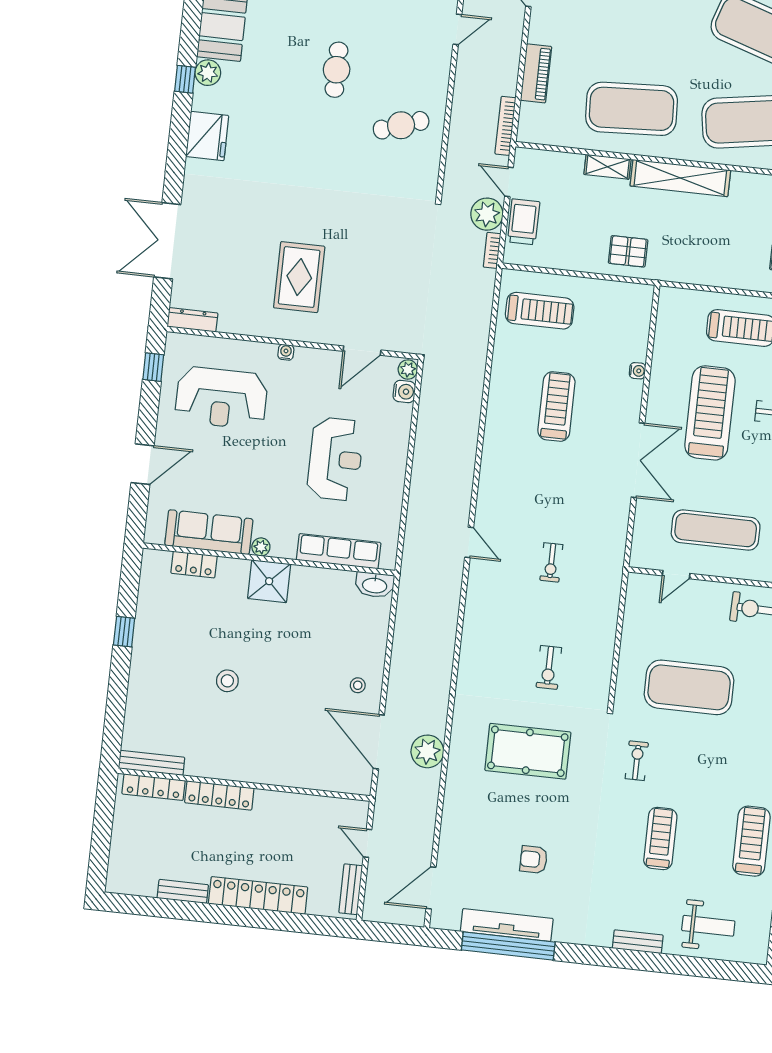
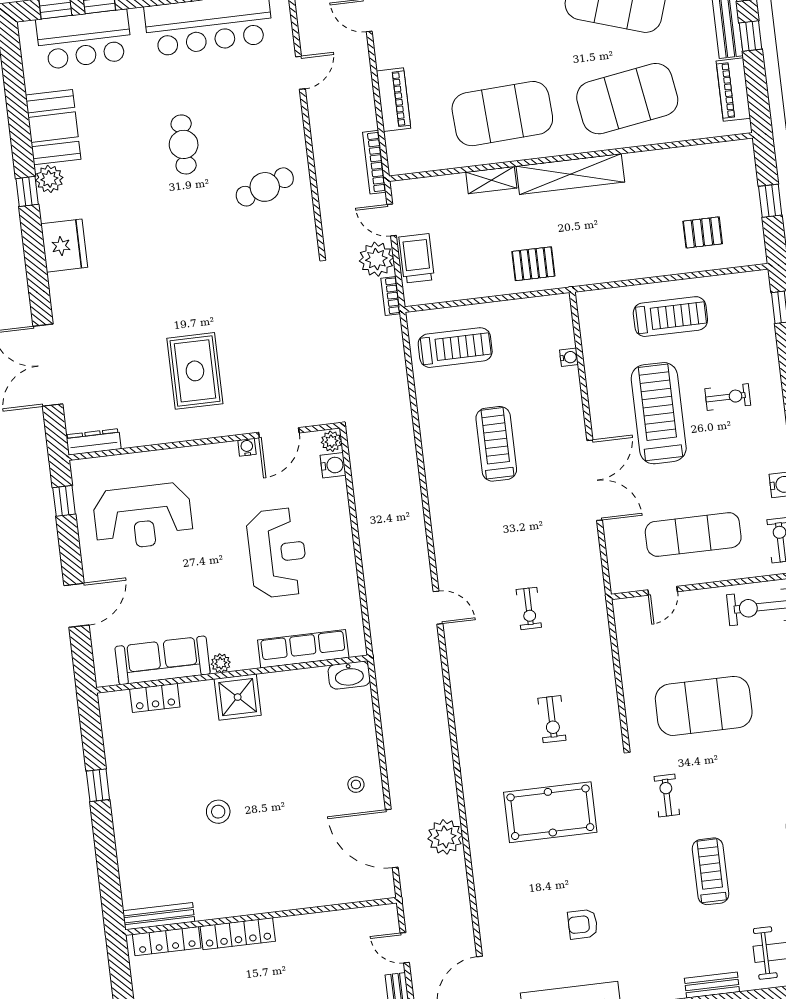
water cooler: (286, 352) -> (247, 447), moved
water cooler: (638, 371) -> (569, 357), moved

